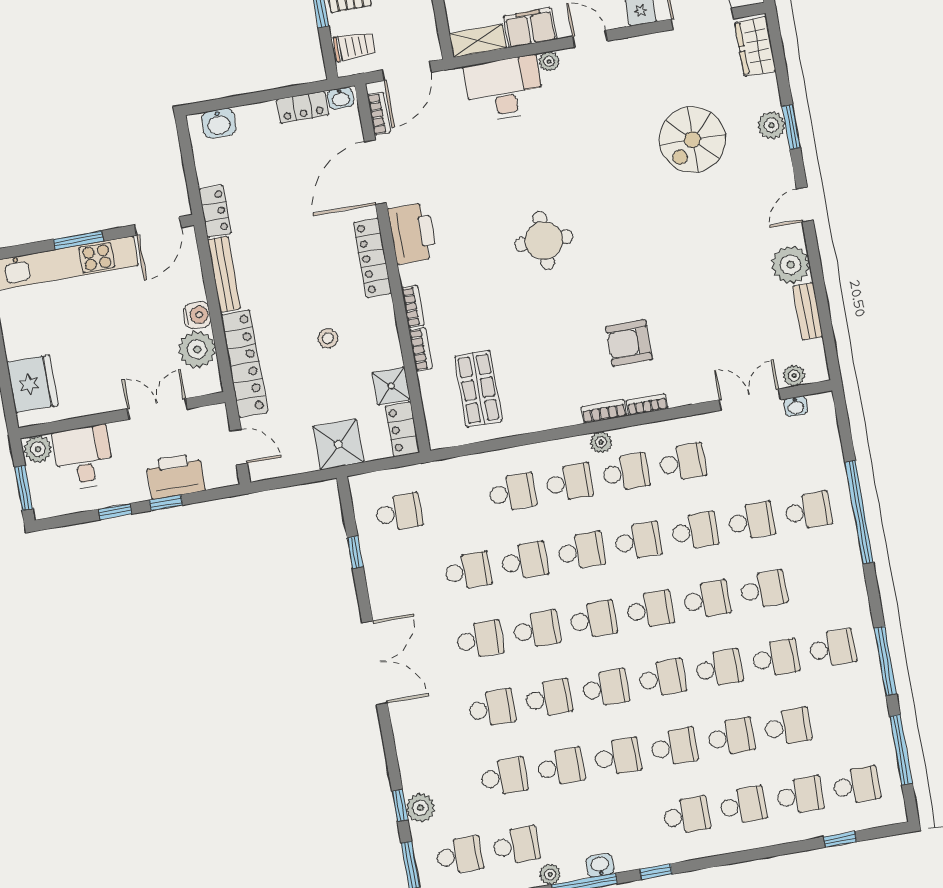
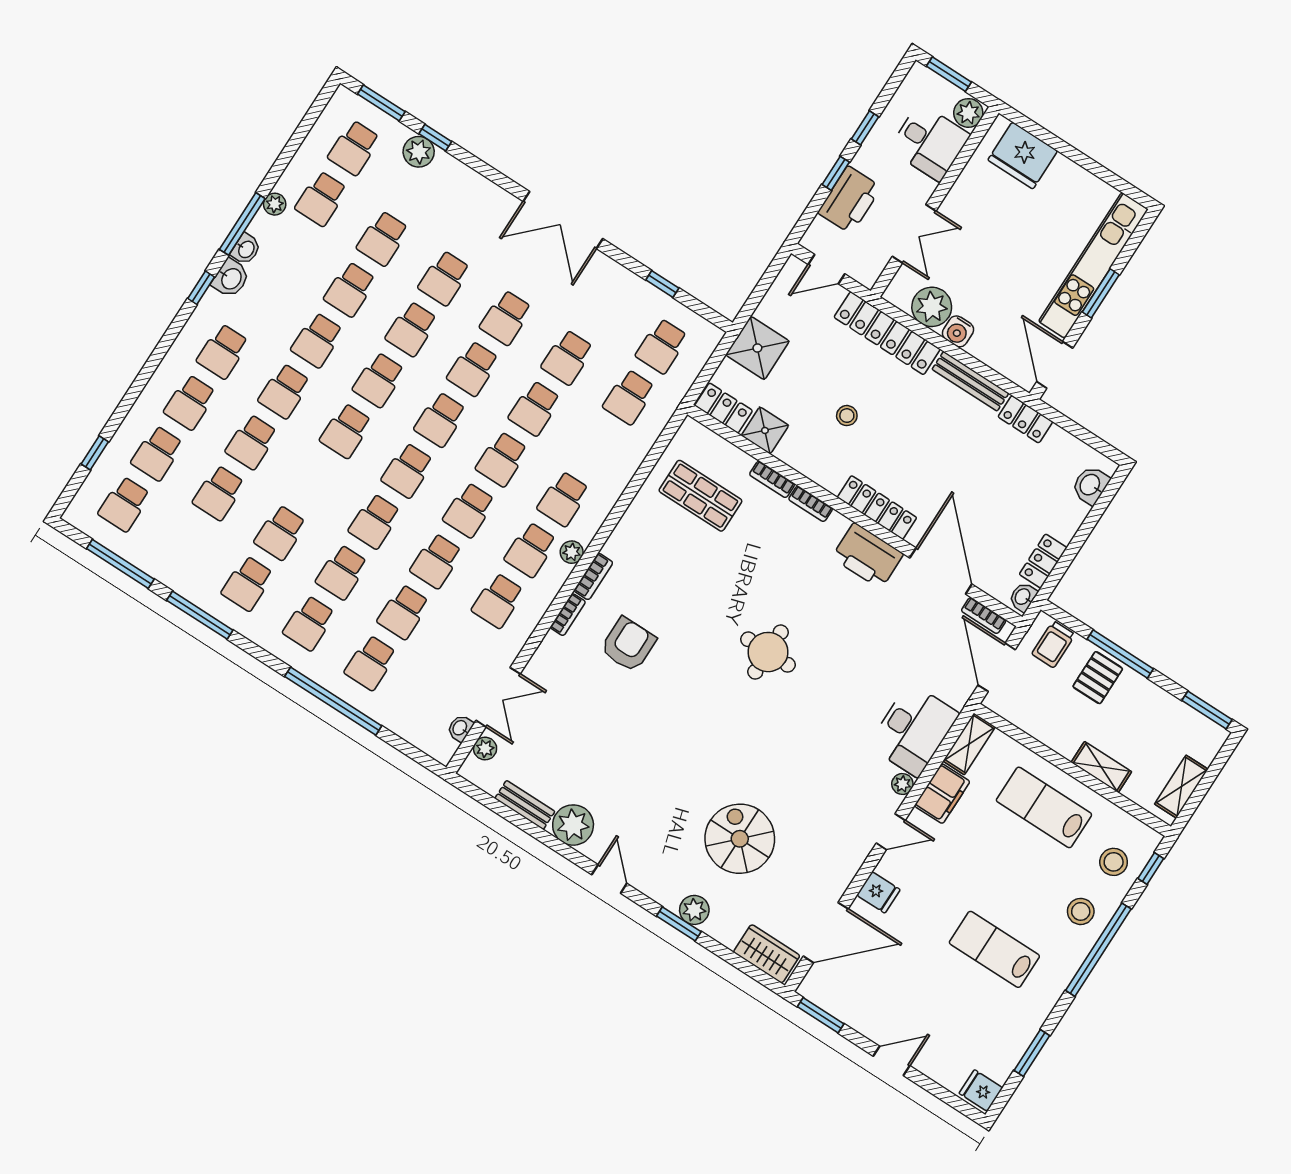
school desk: (512, 492) -> (629, 397), moved
school desk: (719, 668) -> (309, 623), moved
washbasin: (630, 857) -> (231, 278), added

